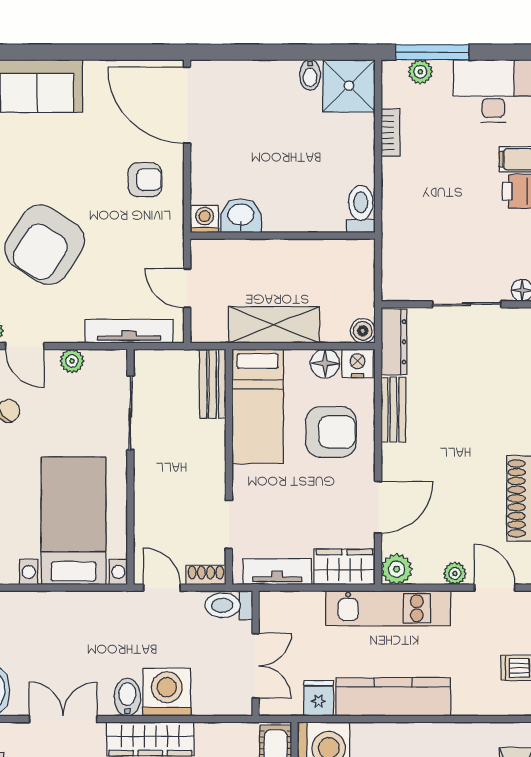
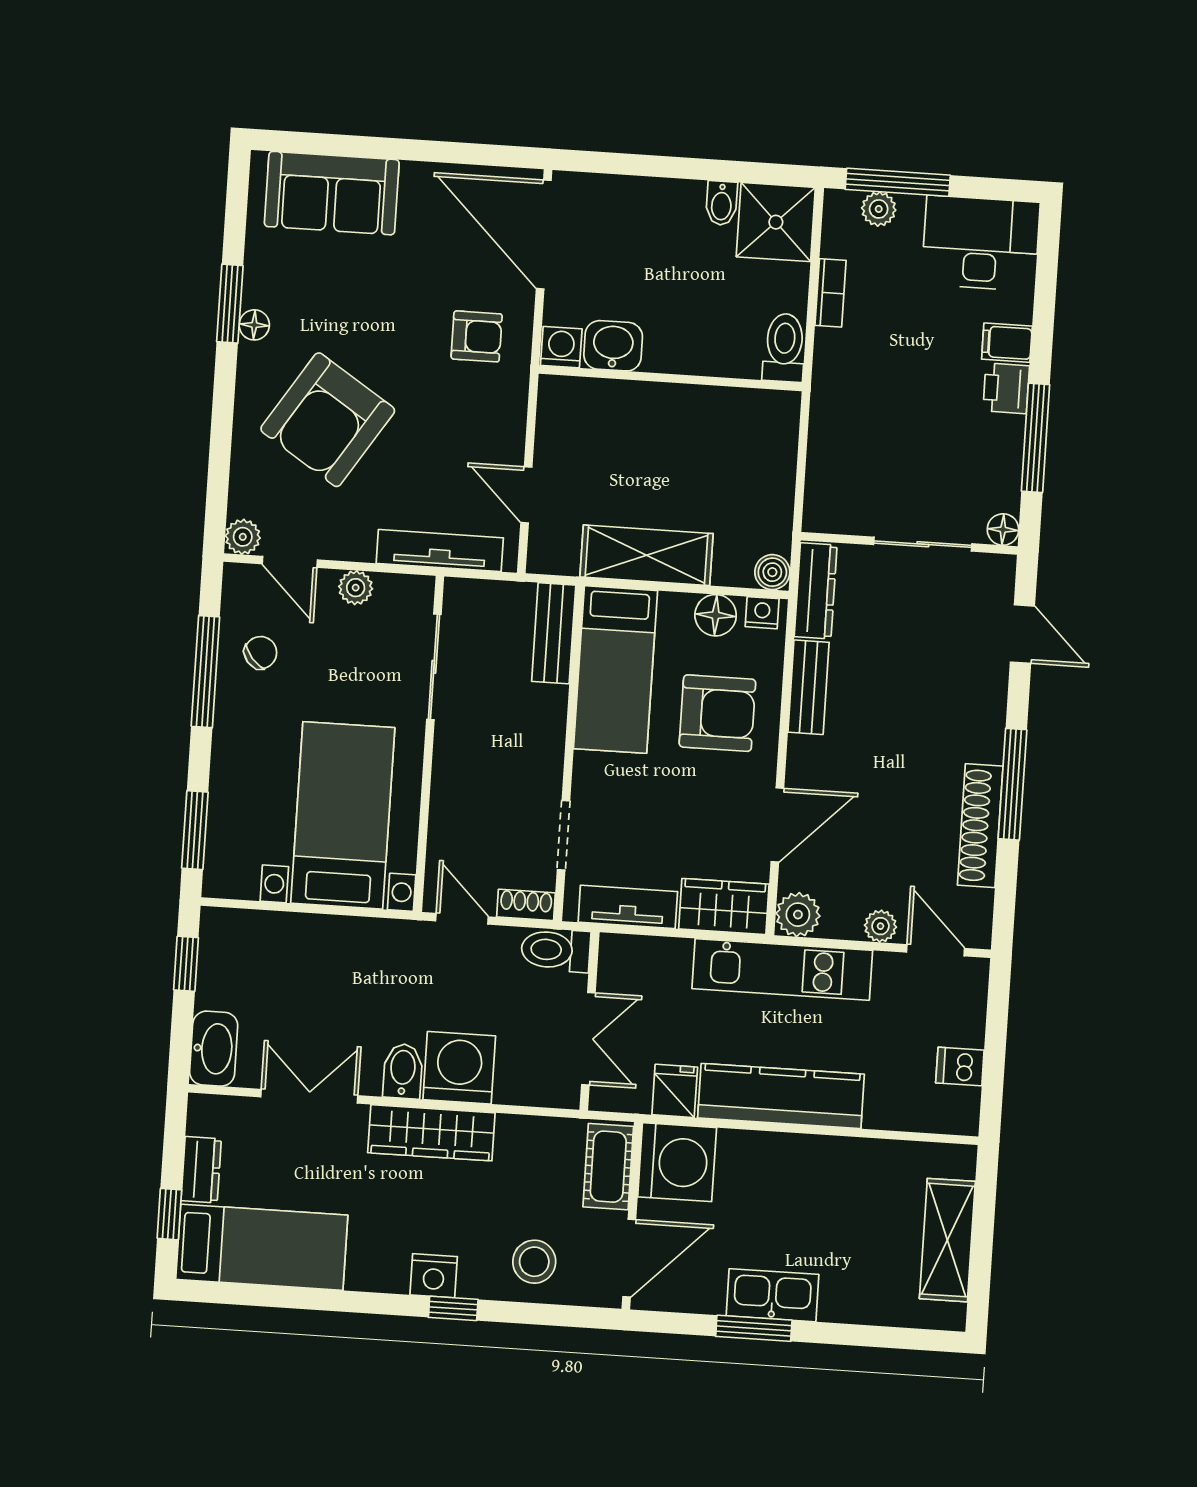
toilet: (361, 209) -> (784, 348), moved
washbasin: (241, 216) -> (613, 346), moved
washing machine: (205, 219) -> (561, 347), moved
wall: (283, 236) -> (671, 378), moved
nightstand: (358, 363) -> (762, 613), width x0.72, depth x0.74

